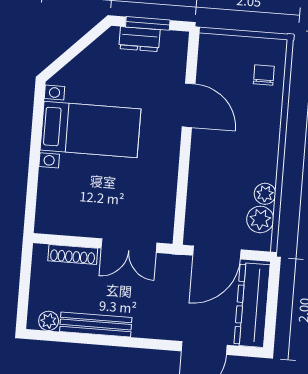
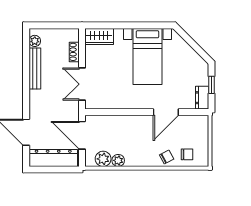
window: (148, 23) -> (211, 85), width x0.67
dresser: (139, 39) -> (202, 98), moved
chair: (266, 110) -> (167, 157), added
wardrobe: (50, 210) -> (99, 37), added
shoe rack: (73, 255) -> (74, 52), width x0.70

